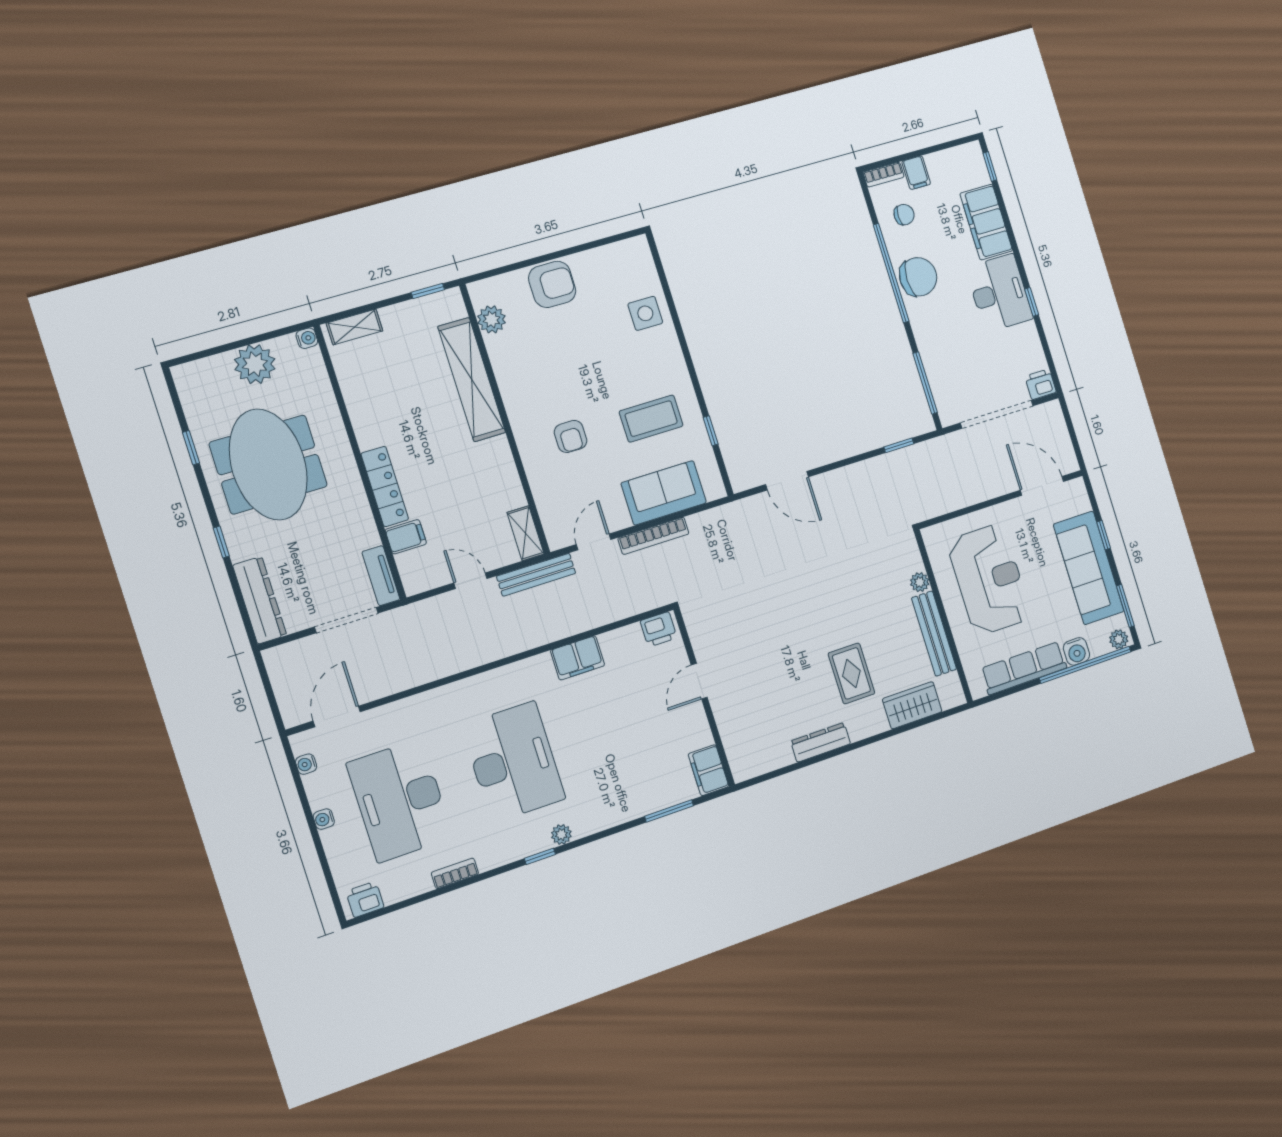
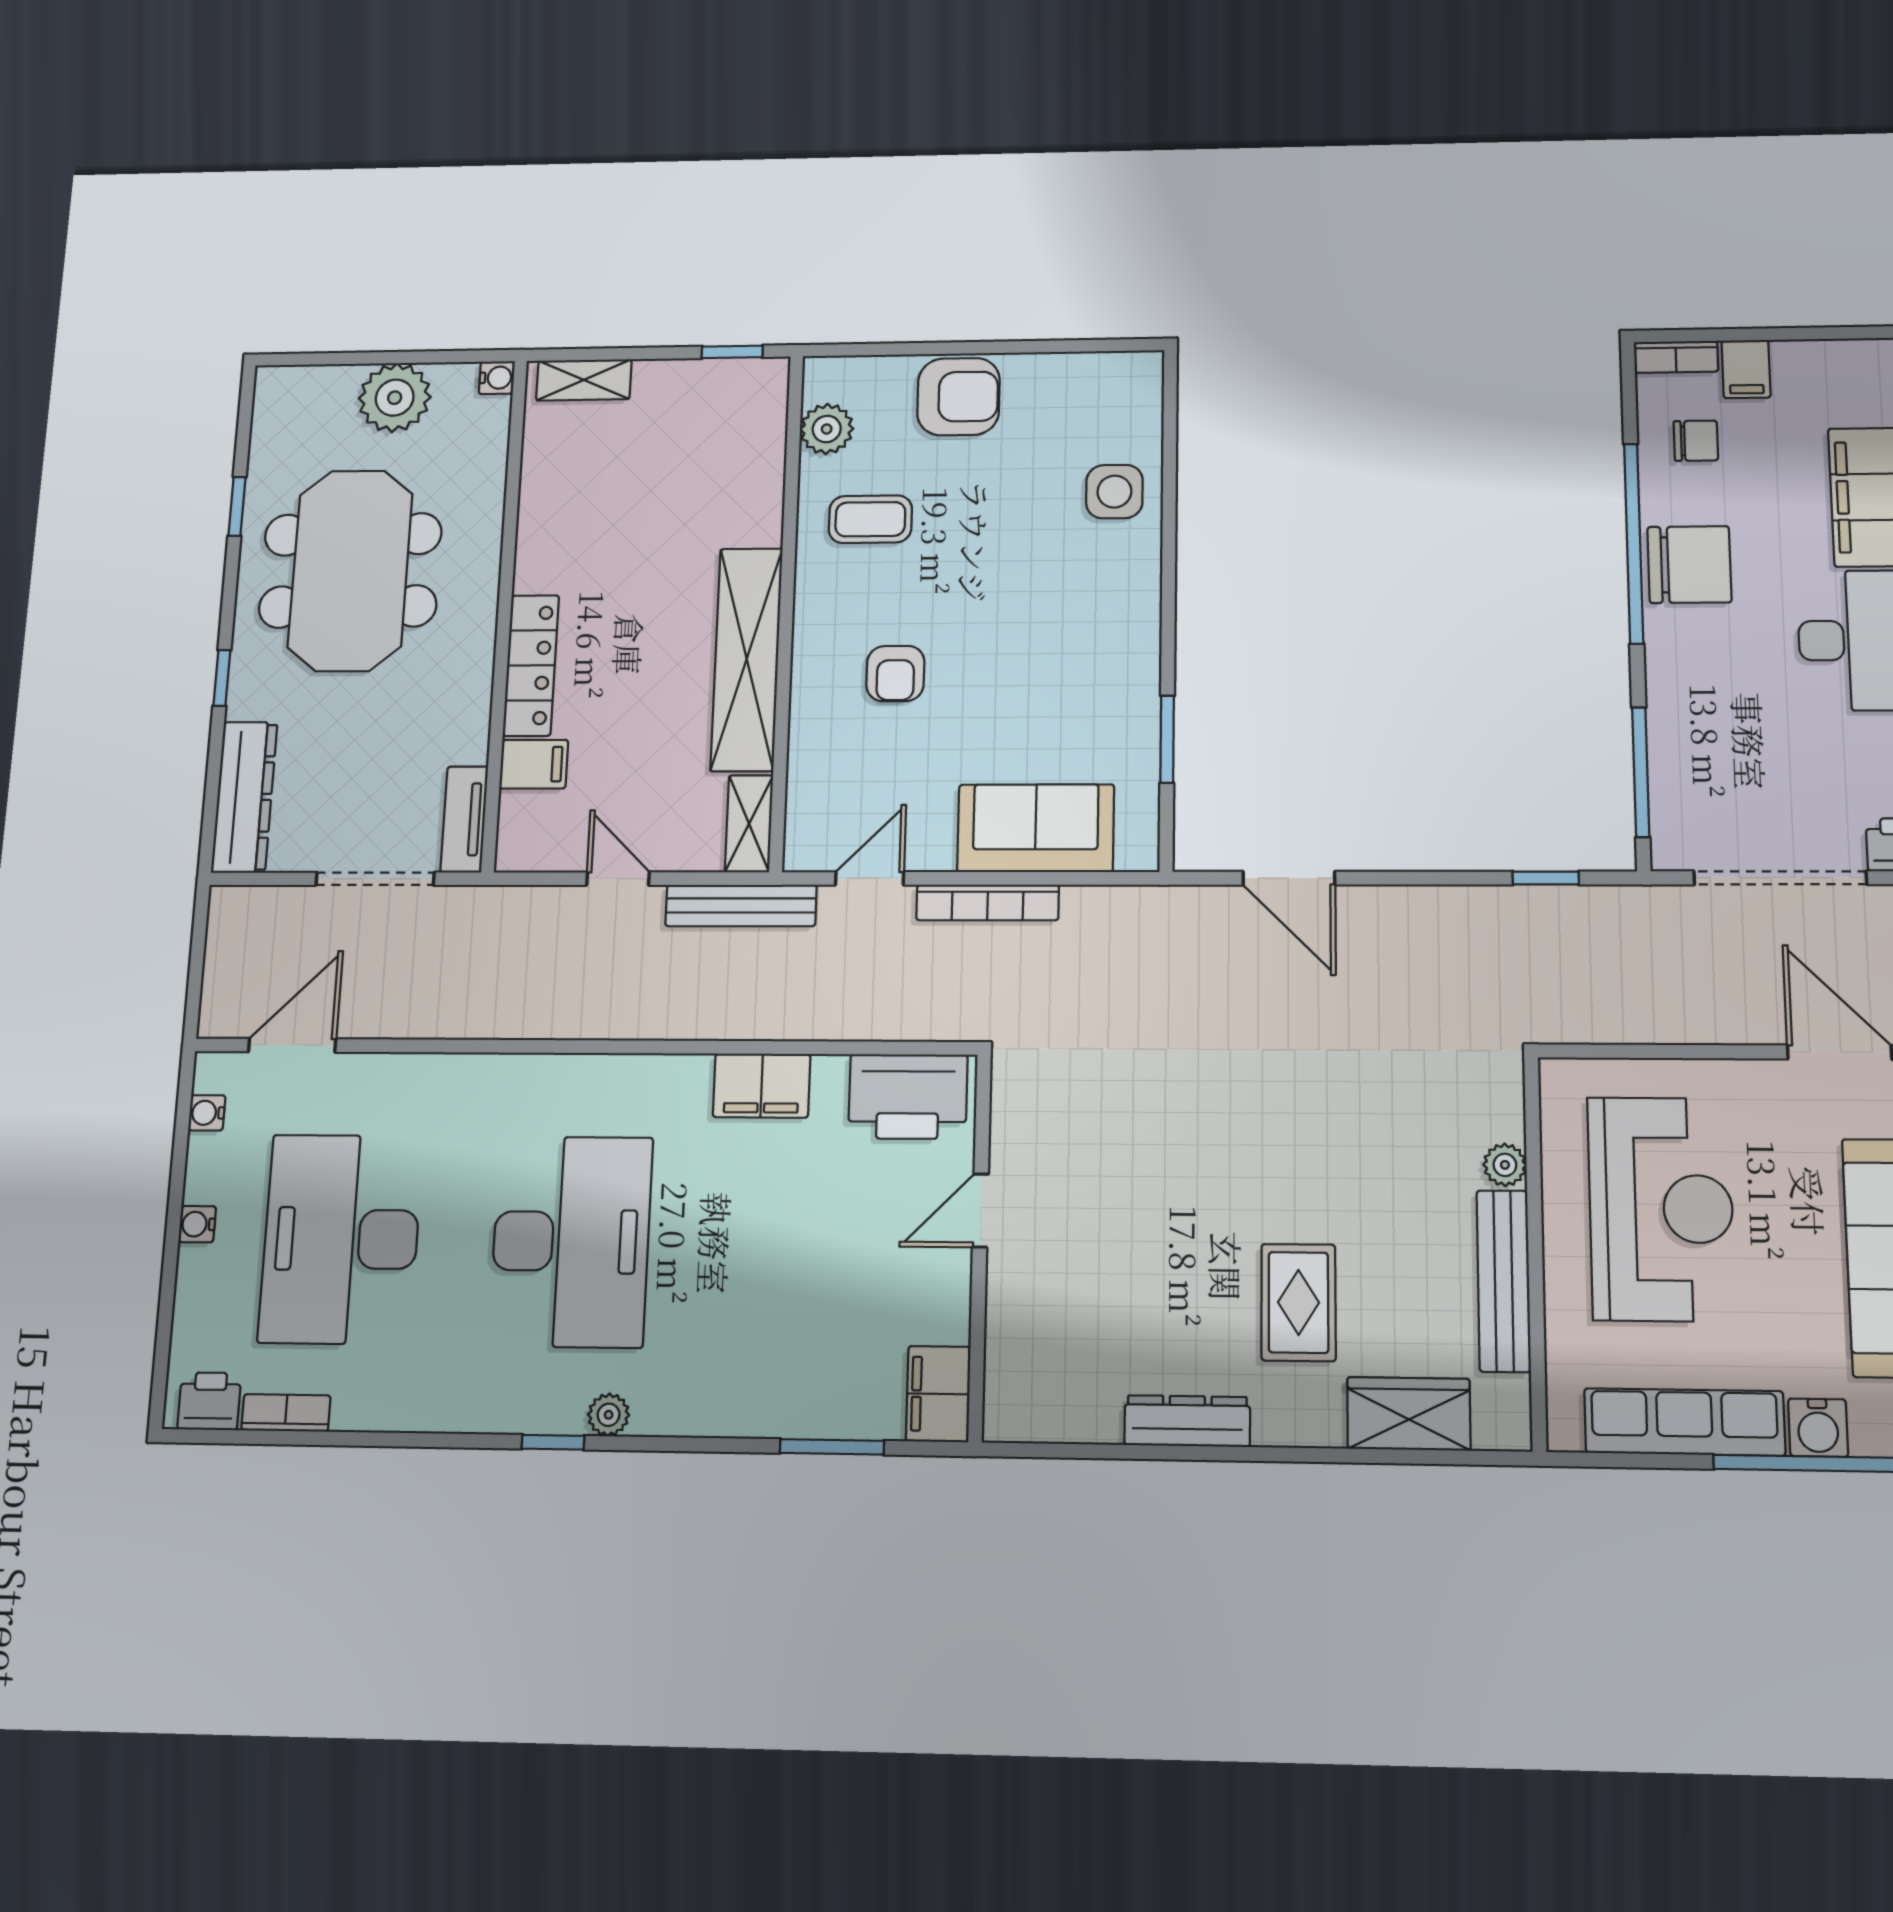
shelving: (472, 380) -> (747, 659), moved
coffee table: (651, 419) -> (870, 519), moved, width x0.73, depth x0.77
window: (711, 431) -> (1167, 739), width x1.50
printer: (659, 629) -> (908, 1097), width x1.87, depth x1.48
bookcase: (455, 873) -> (286, 1413), moved

